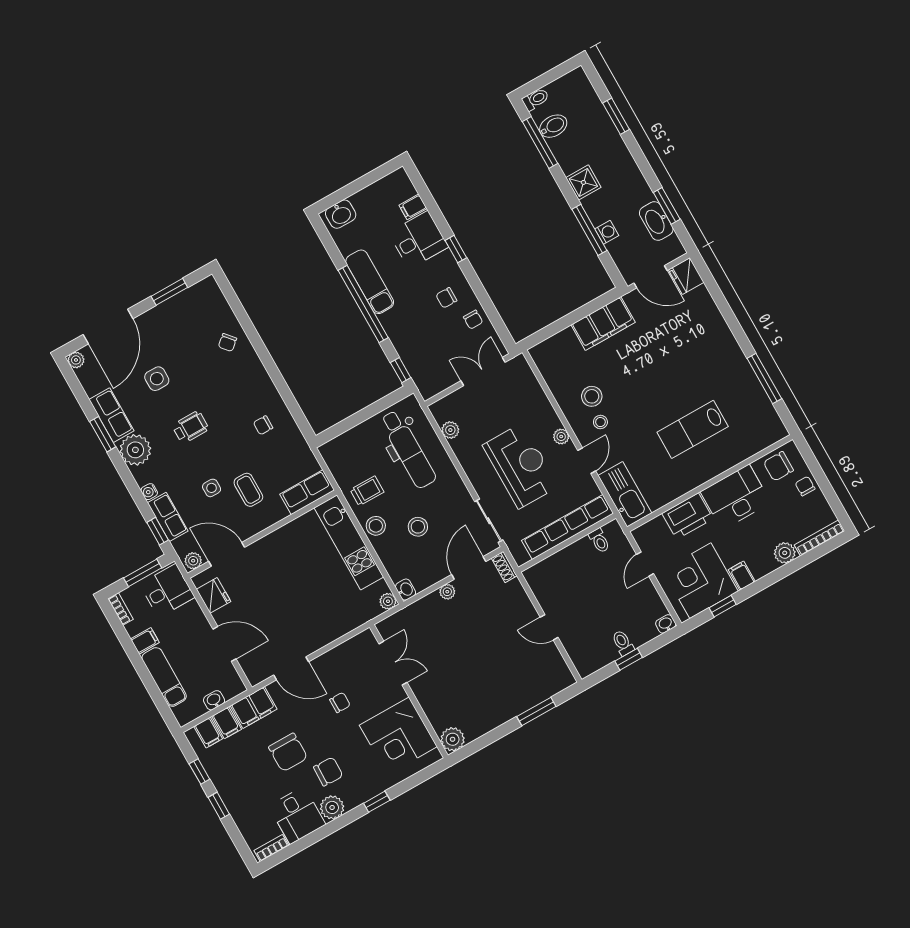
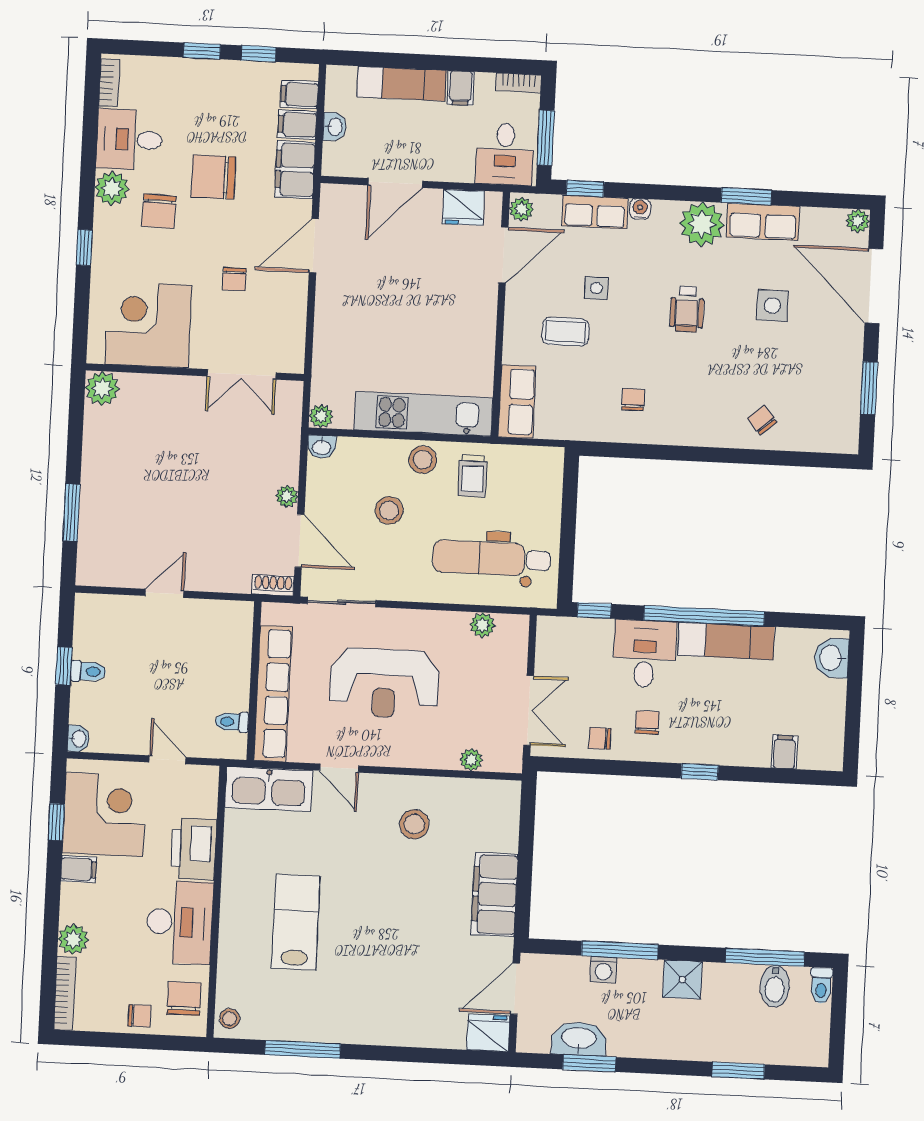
desk: (418, 240) -> (645, 654), moved, turned 180
stool: (600, 422) -> (230, 1019), moved
plant: (561, 437) -> (471, 760), moved

